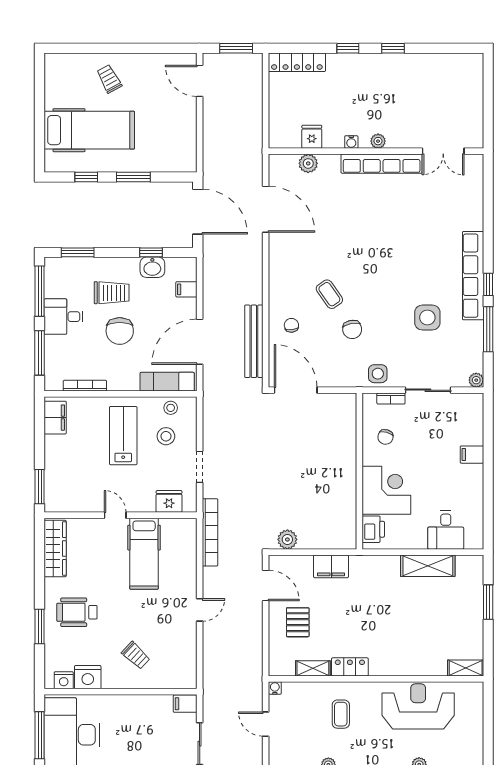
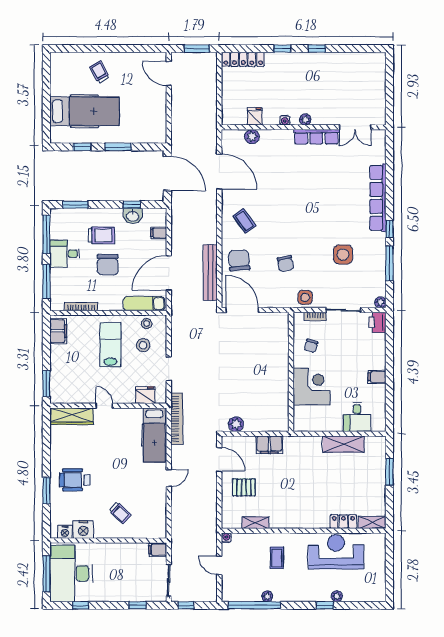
row of seats: (382, 164) -> (316, 137), width x0.73
row of seats: (473, 276) -> (378, 198), moved
coffee table: (329, 294) -> (244, 221), moved
chair: (291, 325) -> (239, 260), width x1.87, depth x1.87
filing cabinet: (472, 455) -> (377, 377), moved
printer: (373, 529) -> (378, 322), moved, turned 180
wardrobe: (55, 549) -> (72, 416), moved, turned 90
hospital bed: (144, 554) -> (154, 435), moved
pallet: (298, 622) -> (244, 487), turned 90
locker: (350, 667) -> (343, 522), moved

